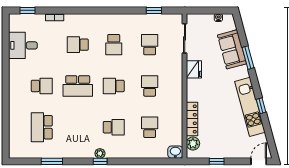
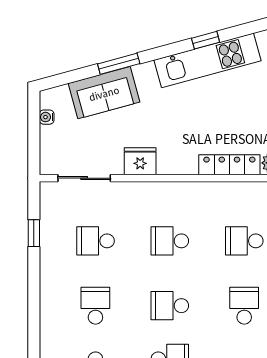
school desk: (114, 45) -> (95, 306), turned -90
school desk: (114, 86) -> (170, 306), turned 90

